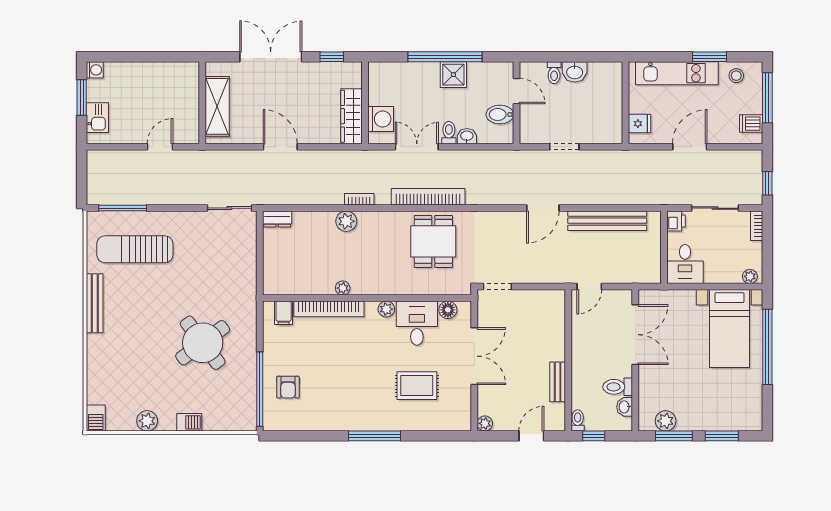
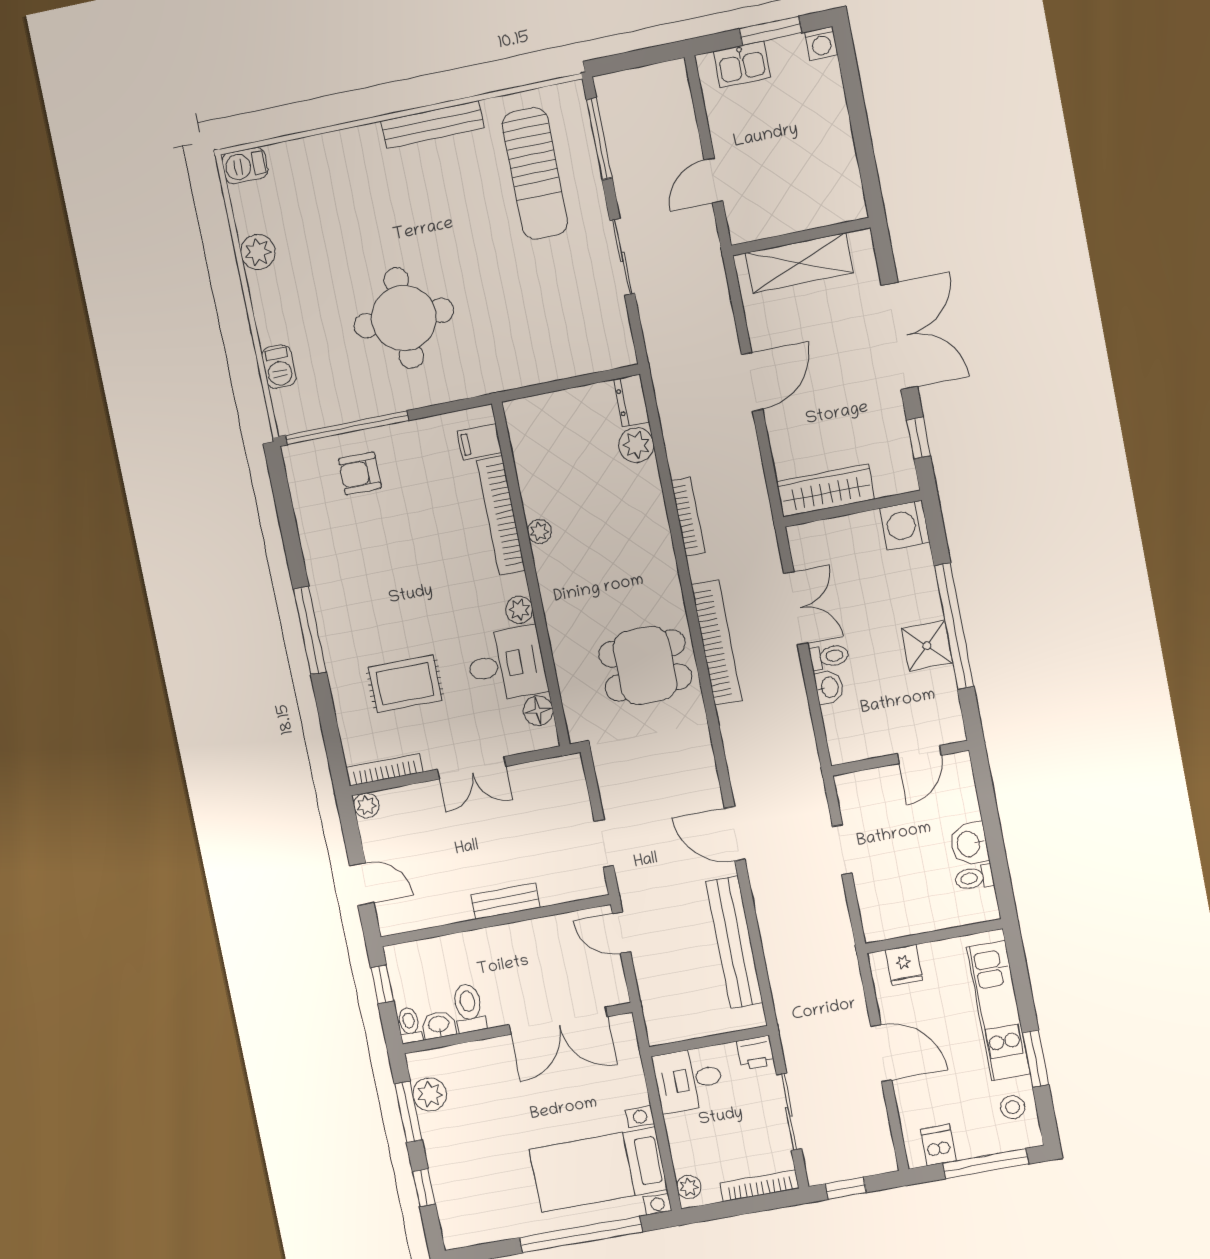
toilet: (554, 73) -> (974, 878), moved
bidet: (500, 114) -> (875, 735), removed
washing machine: (381, 119) -> (905, 525), moved, turned 90
door: (160, 147) -> (713, 180), swing flipped
bookcase: (359, 199) -> (688, 517), width x1.56
sliding door: (229, 208) -> (622, 257), moved
plant: (346, 221) -> (636, 445), moved
bookcase: (757, 226) -> (759, 1186), width x1.56
sun lounger: (135, 249) -> (535, 173), turned 180
doorway: (497, 287) -> (604, 843), moved
round table: (203, 343) -> (404, 318), turned 37
double door: (474, 356) -> (472, 768), width x0.73
bench: (558, 382) -> (505, 901), moved
rug: (417, 386) -> (405, 684), turned 90
bookcase: (466, 408) -> (384, 770), added
toilet: (578, 420) -> (409, 1025), moved, turned -90
barbecue: (189, 422) -> (279, 367), moved
window: (722, 436) -> (424, 1188), width x0.67

